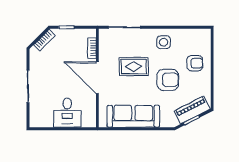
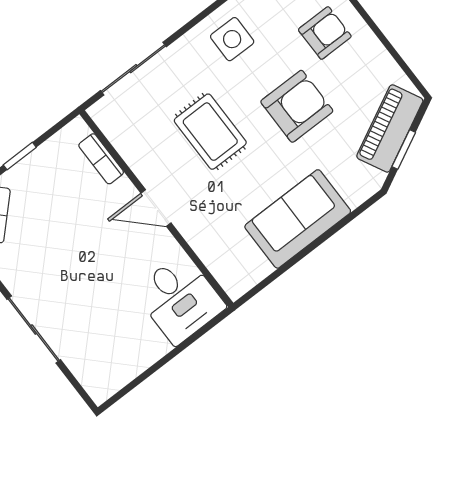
rug: (134, 67) -> (210, 132), turned 90
door: (97, 78) -> (156, 208), width x0.53
desk: (67, 113) -> (180, 299), moved
sofa: (133, 116) -> (298, 219), width x0.73

